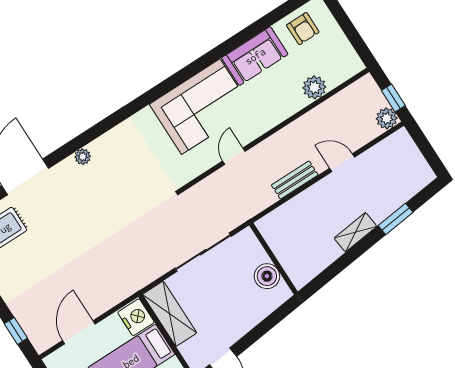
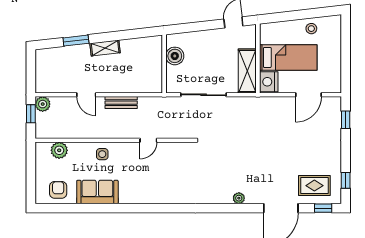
plant: (314, 87) -> (59, 150), moved
side table: (278, 105) -> (102, 154), added
corner sofa: (201, 107) -> (149, 183), removed

